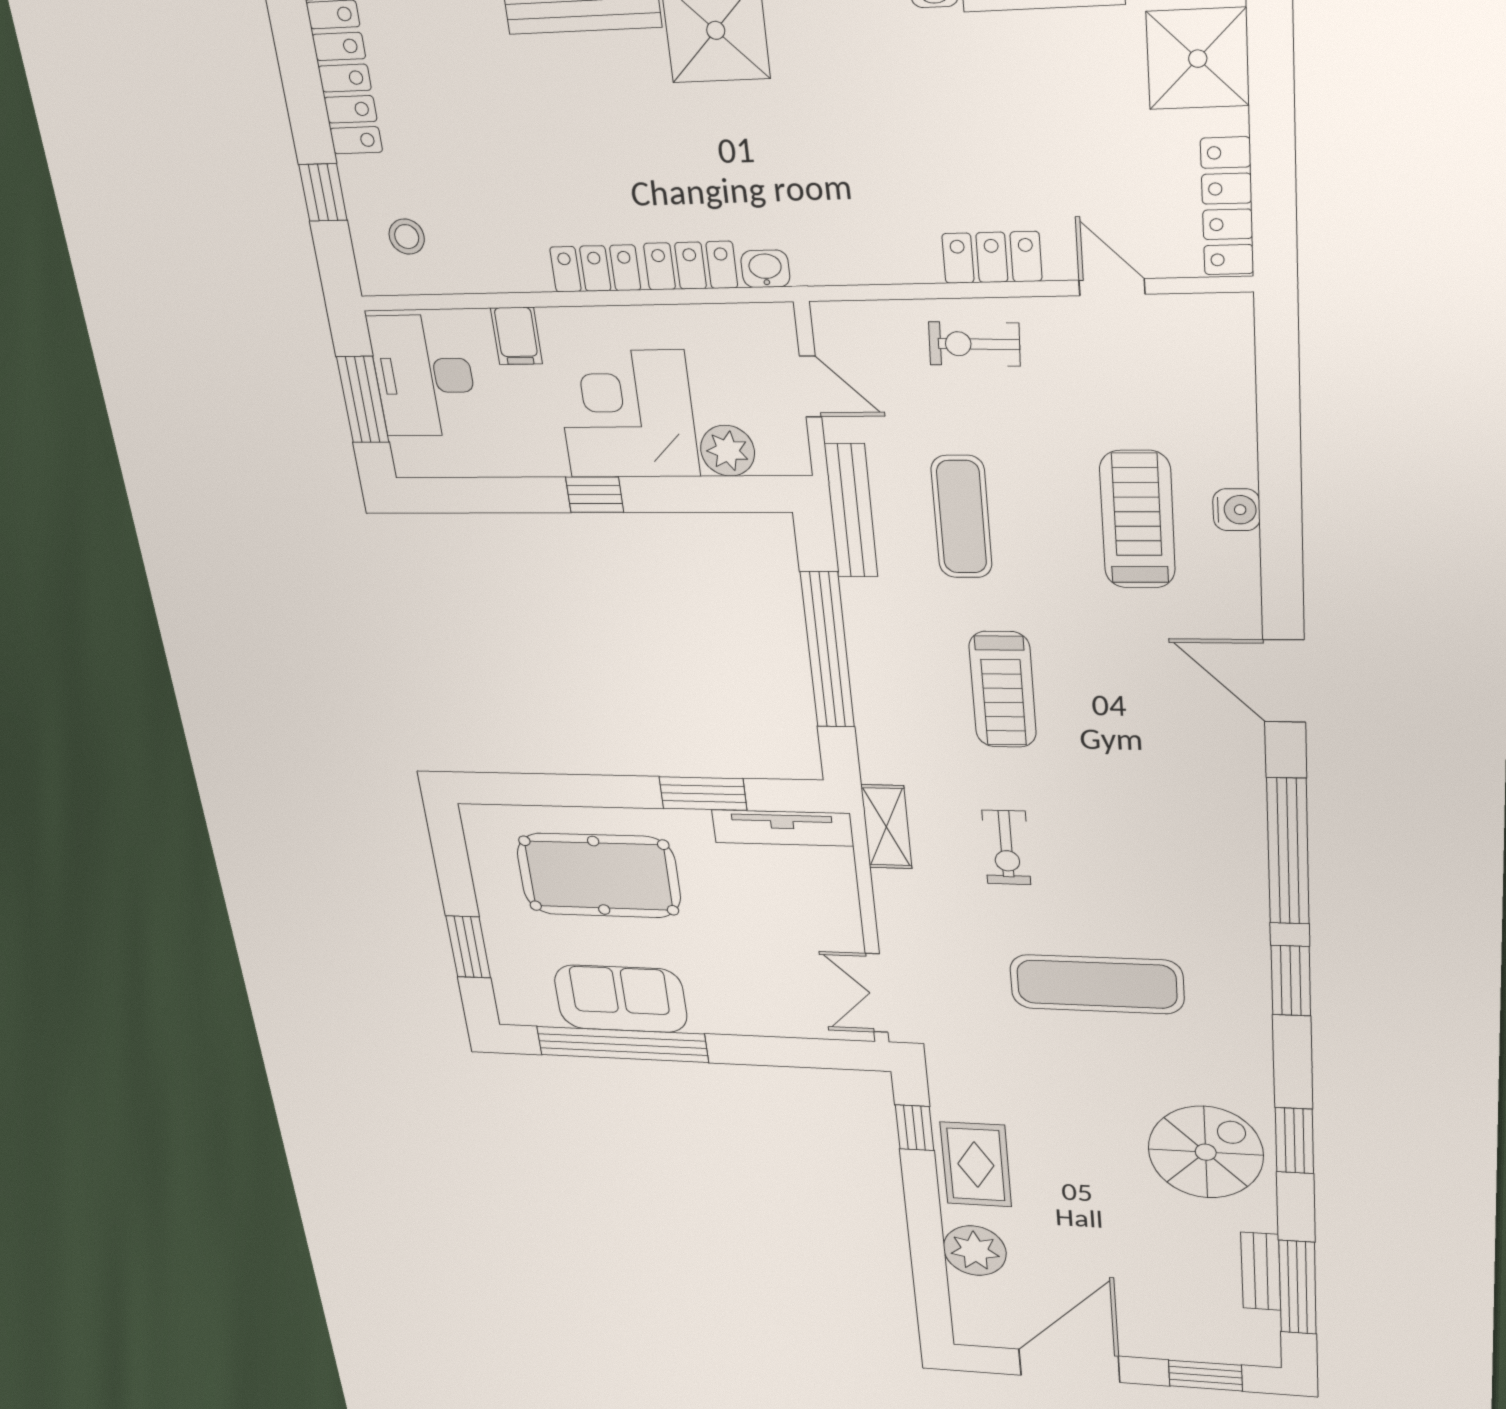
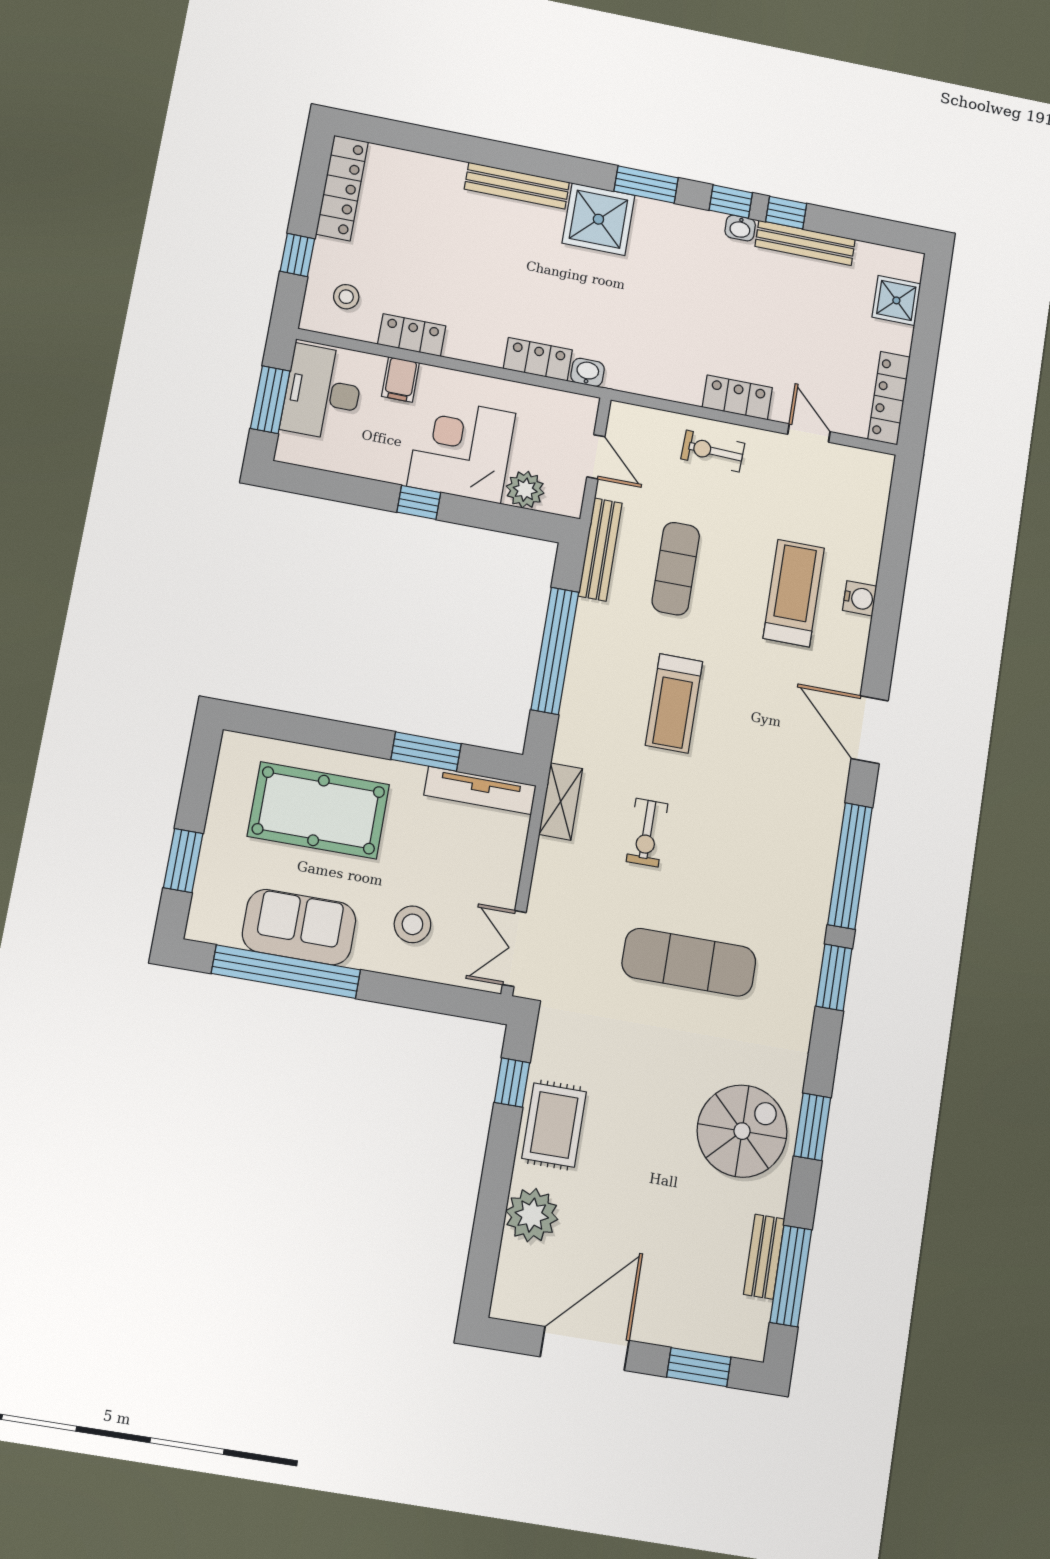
shower: (1198, 59) -> (896, 300), width x0.73, depth x0.73
locker: (595, 269) -> (412, 335), moved
stool: (748, 981) -> (412, 924), added

